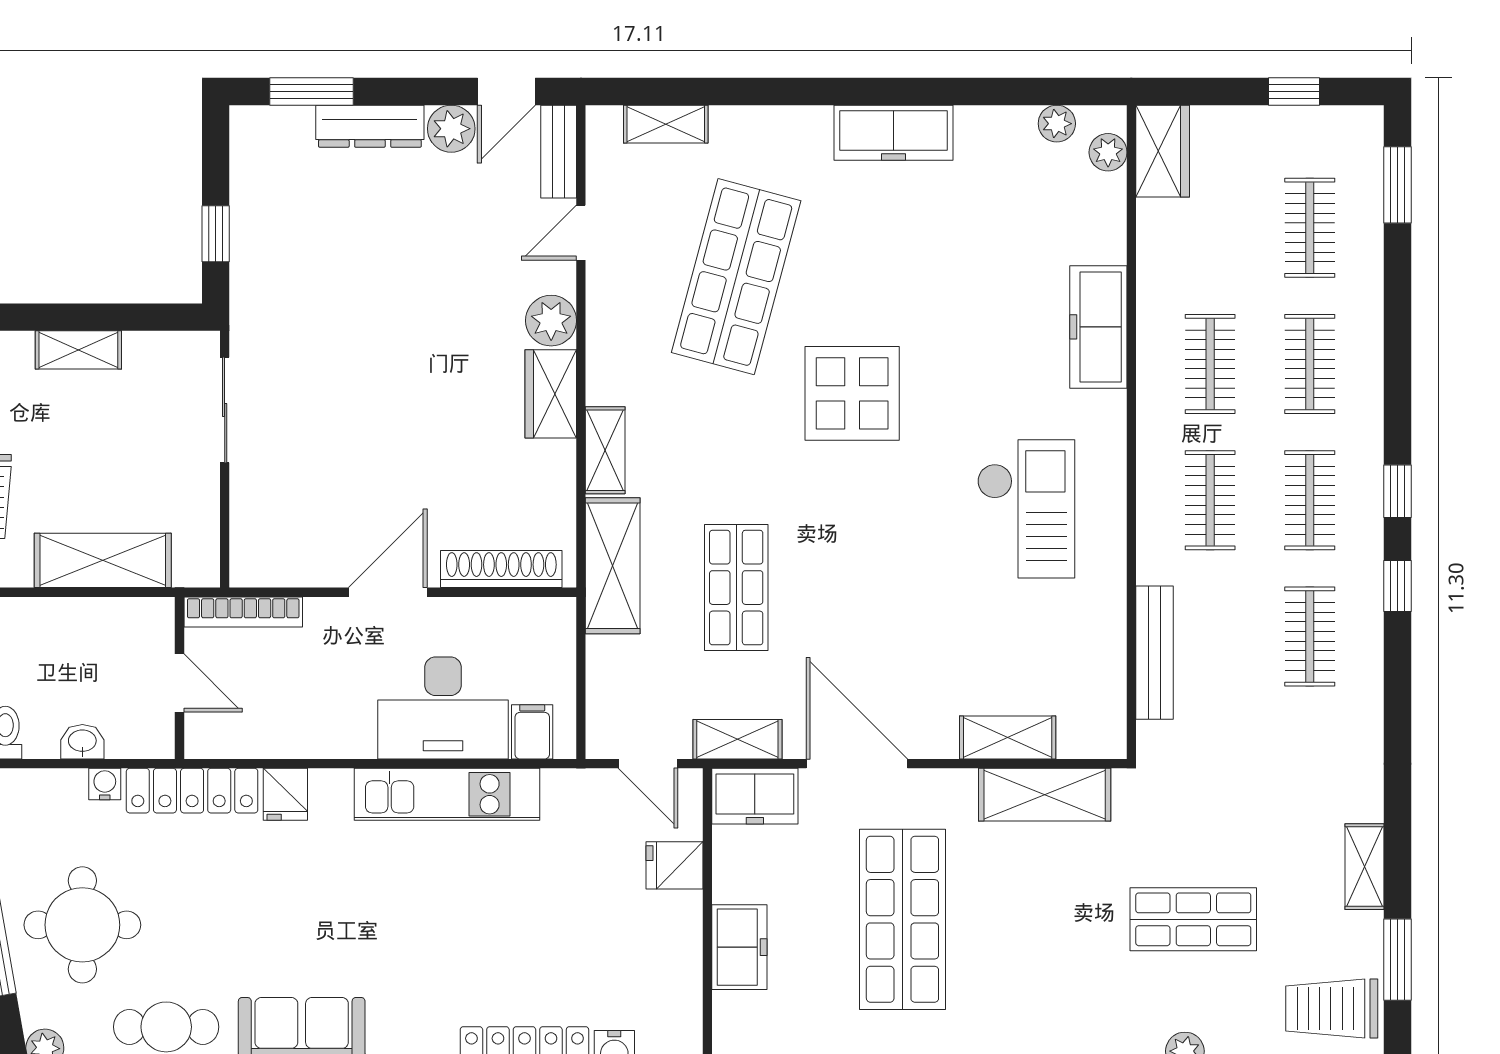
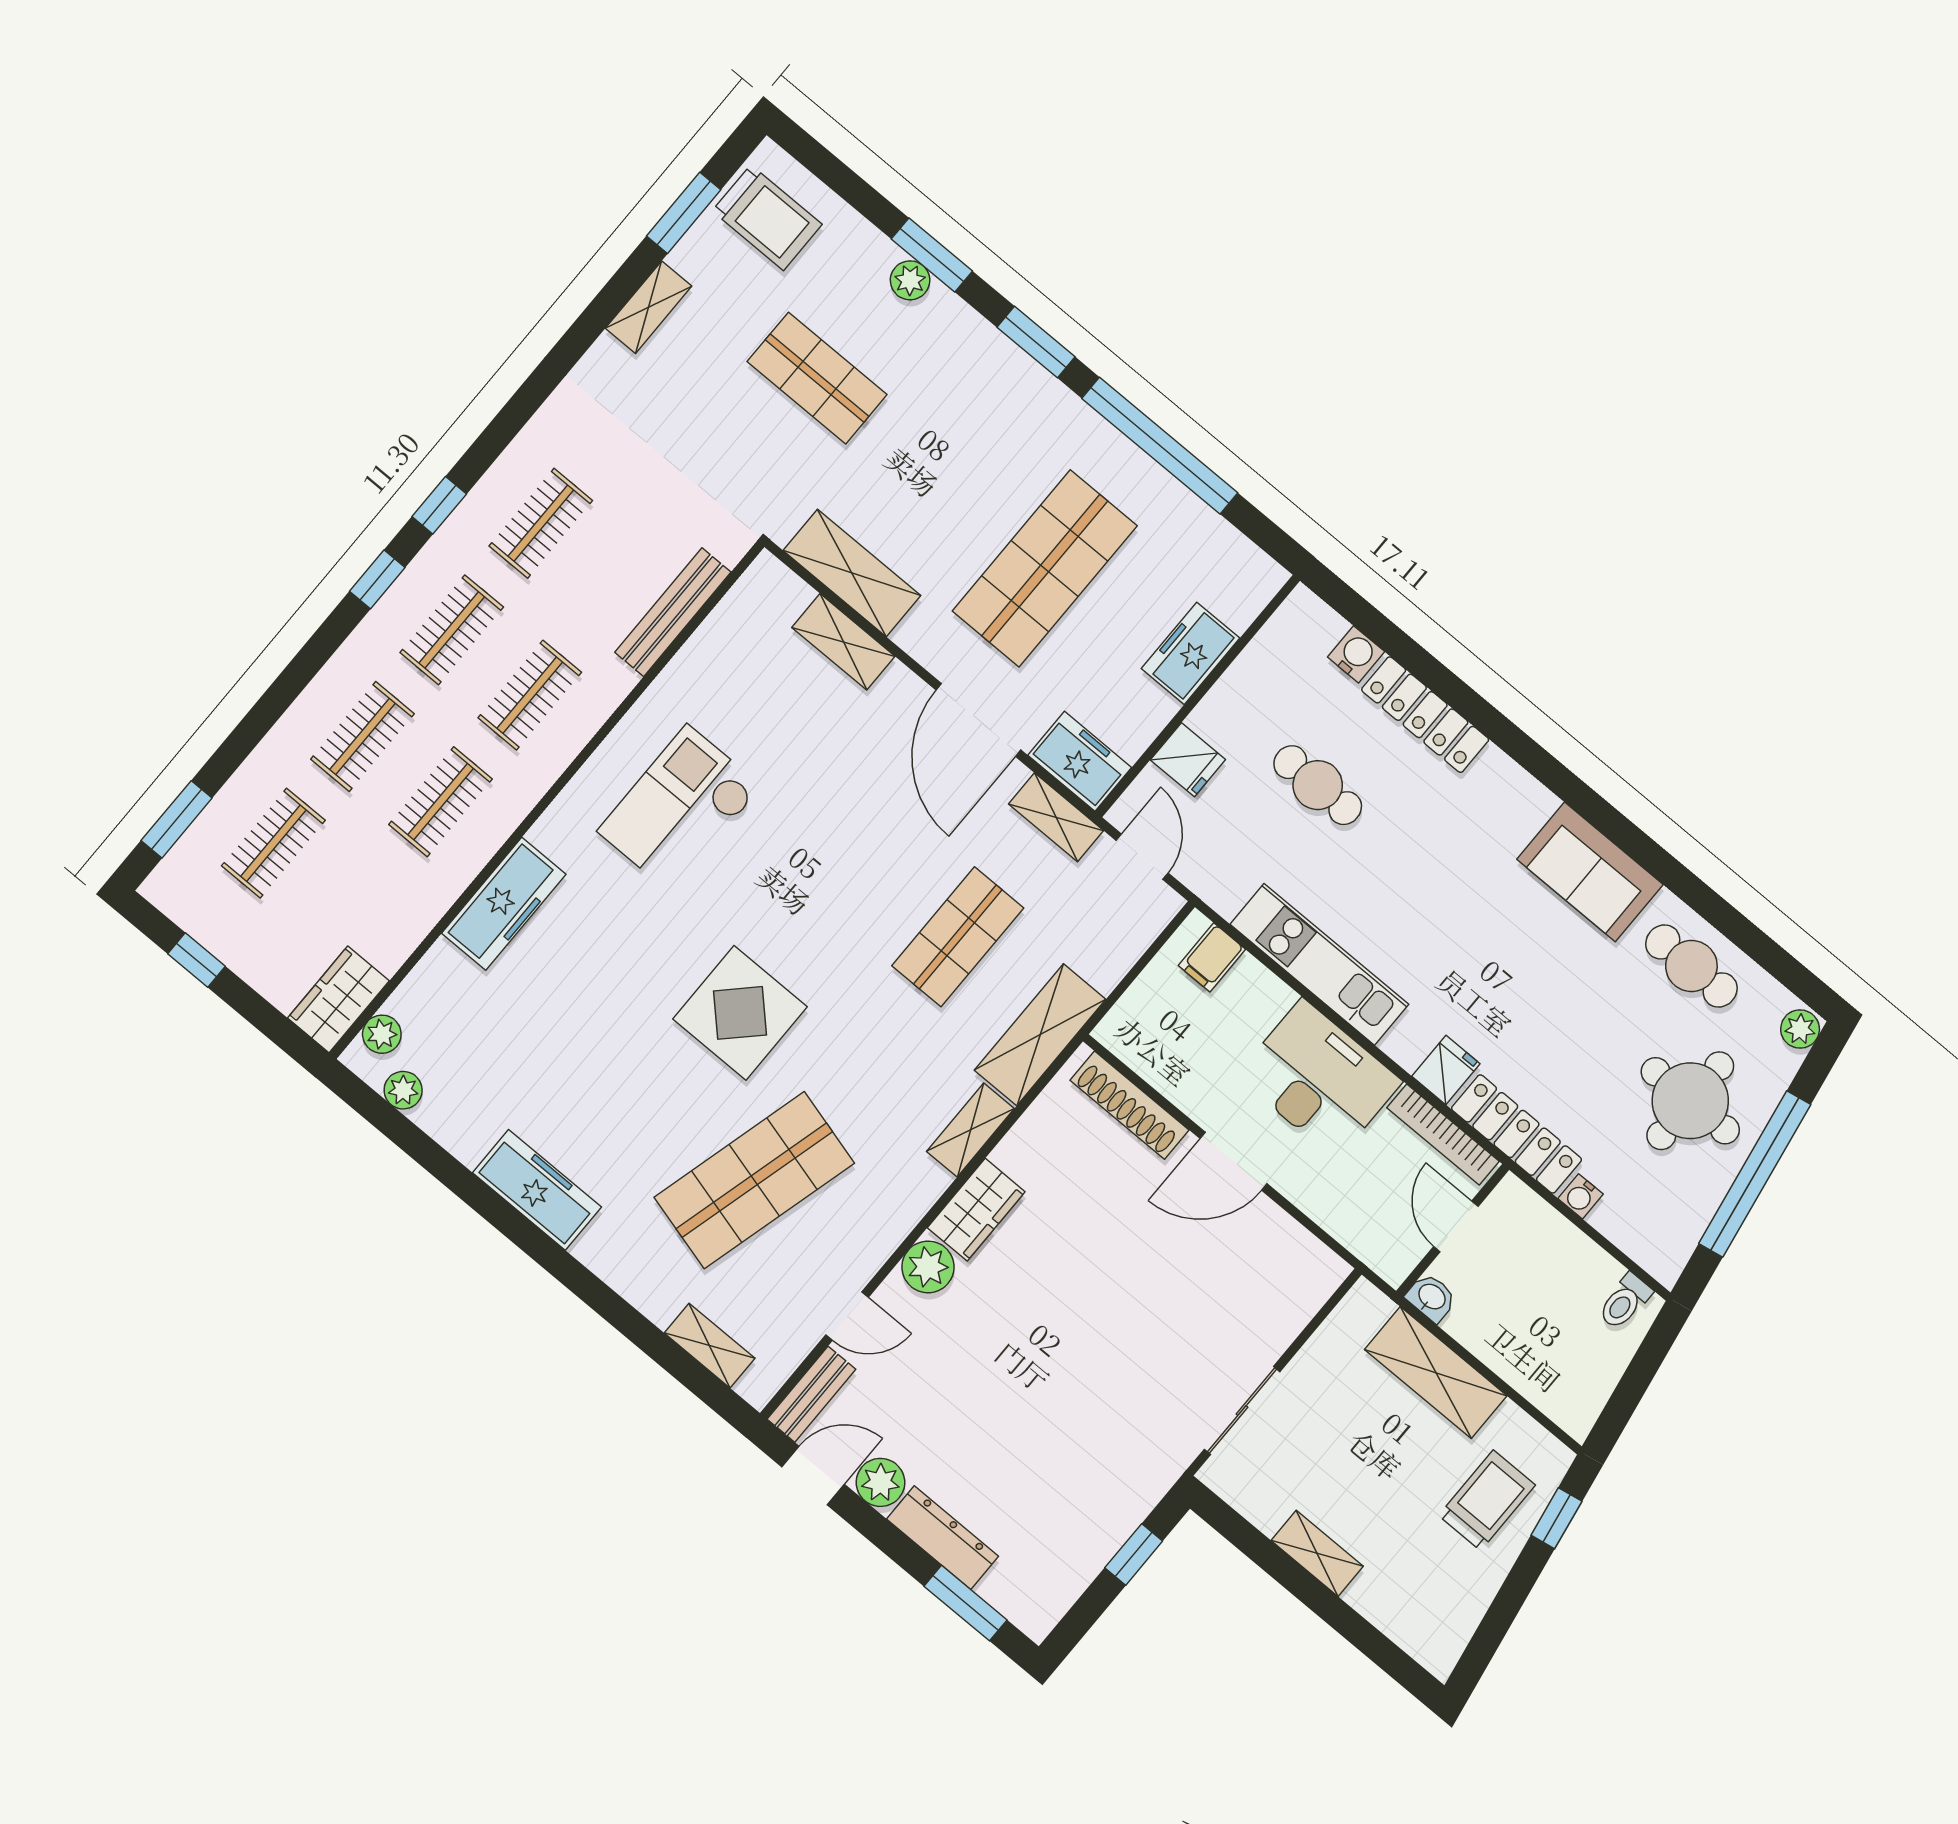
bookcase: (243, 612) -> (1443, 1135), moved, turned 180
desk: (443, 708) -> (1319, 1079), moved
washbasin: (82, 742) -> (1431, 1297), moved, turned 180
cafe table: (561, 928) -> (1318, 785), added

